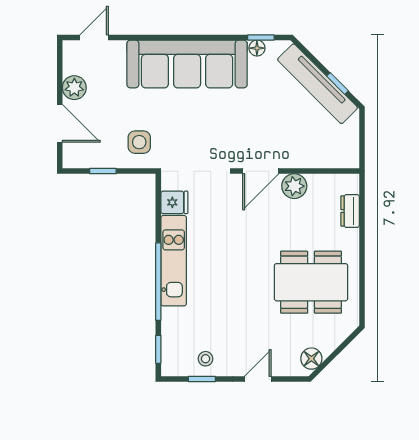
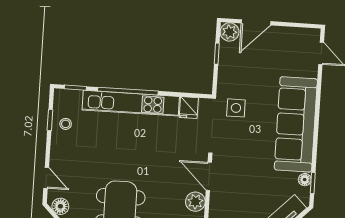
plant: (74, 88) -> (230, 32), moved
side table: (139, 142) -> (236, 108), moved
kitchen unit: (174, 261) -> (131, 103), width x1.36
door: (258, 379) -> (46, 178), moved

